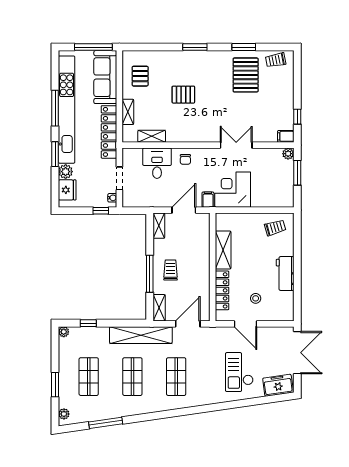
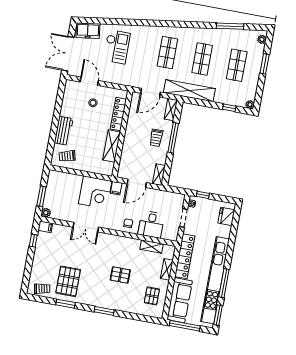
window: (55, 154) -> (218, 315), moved
plant: (66, 172) -> (225, 231), removed
workbench: (285, 274) -> (64, 131), moved
door: (245, 324) -> (89, 81), moved

